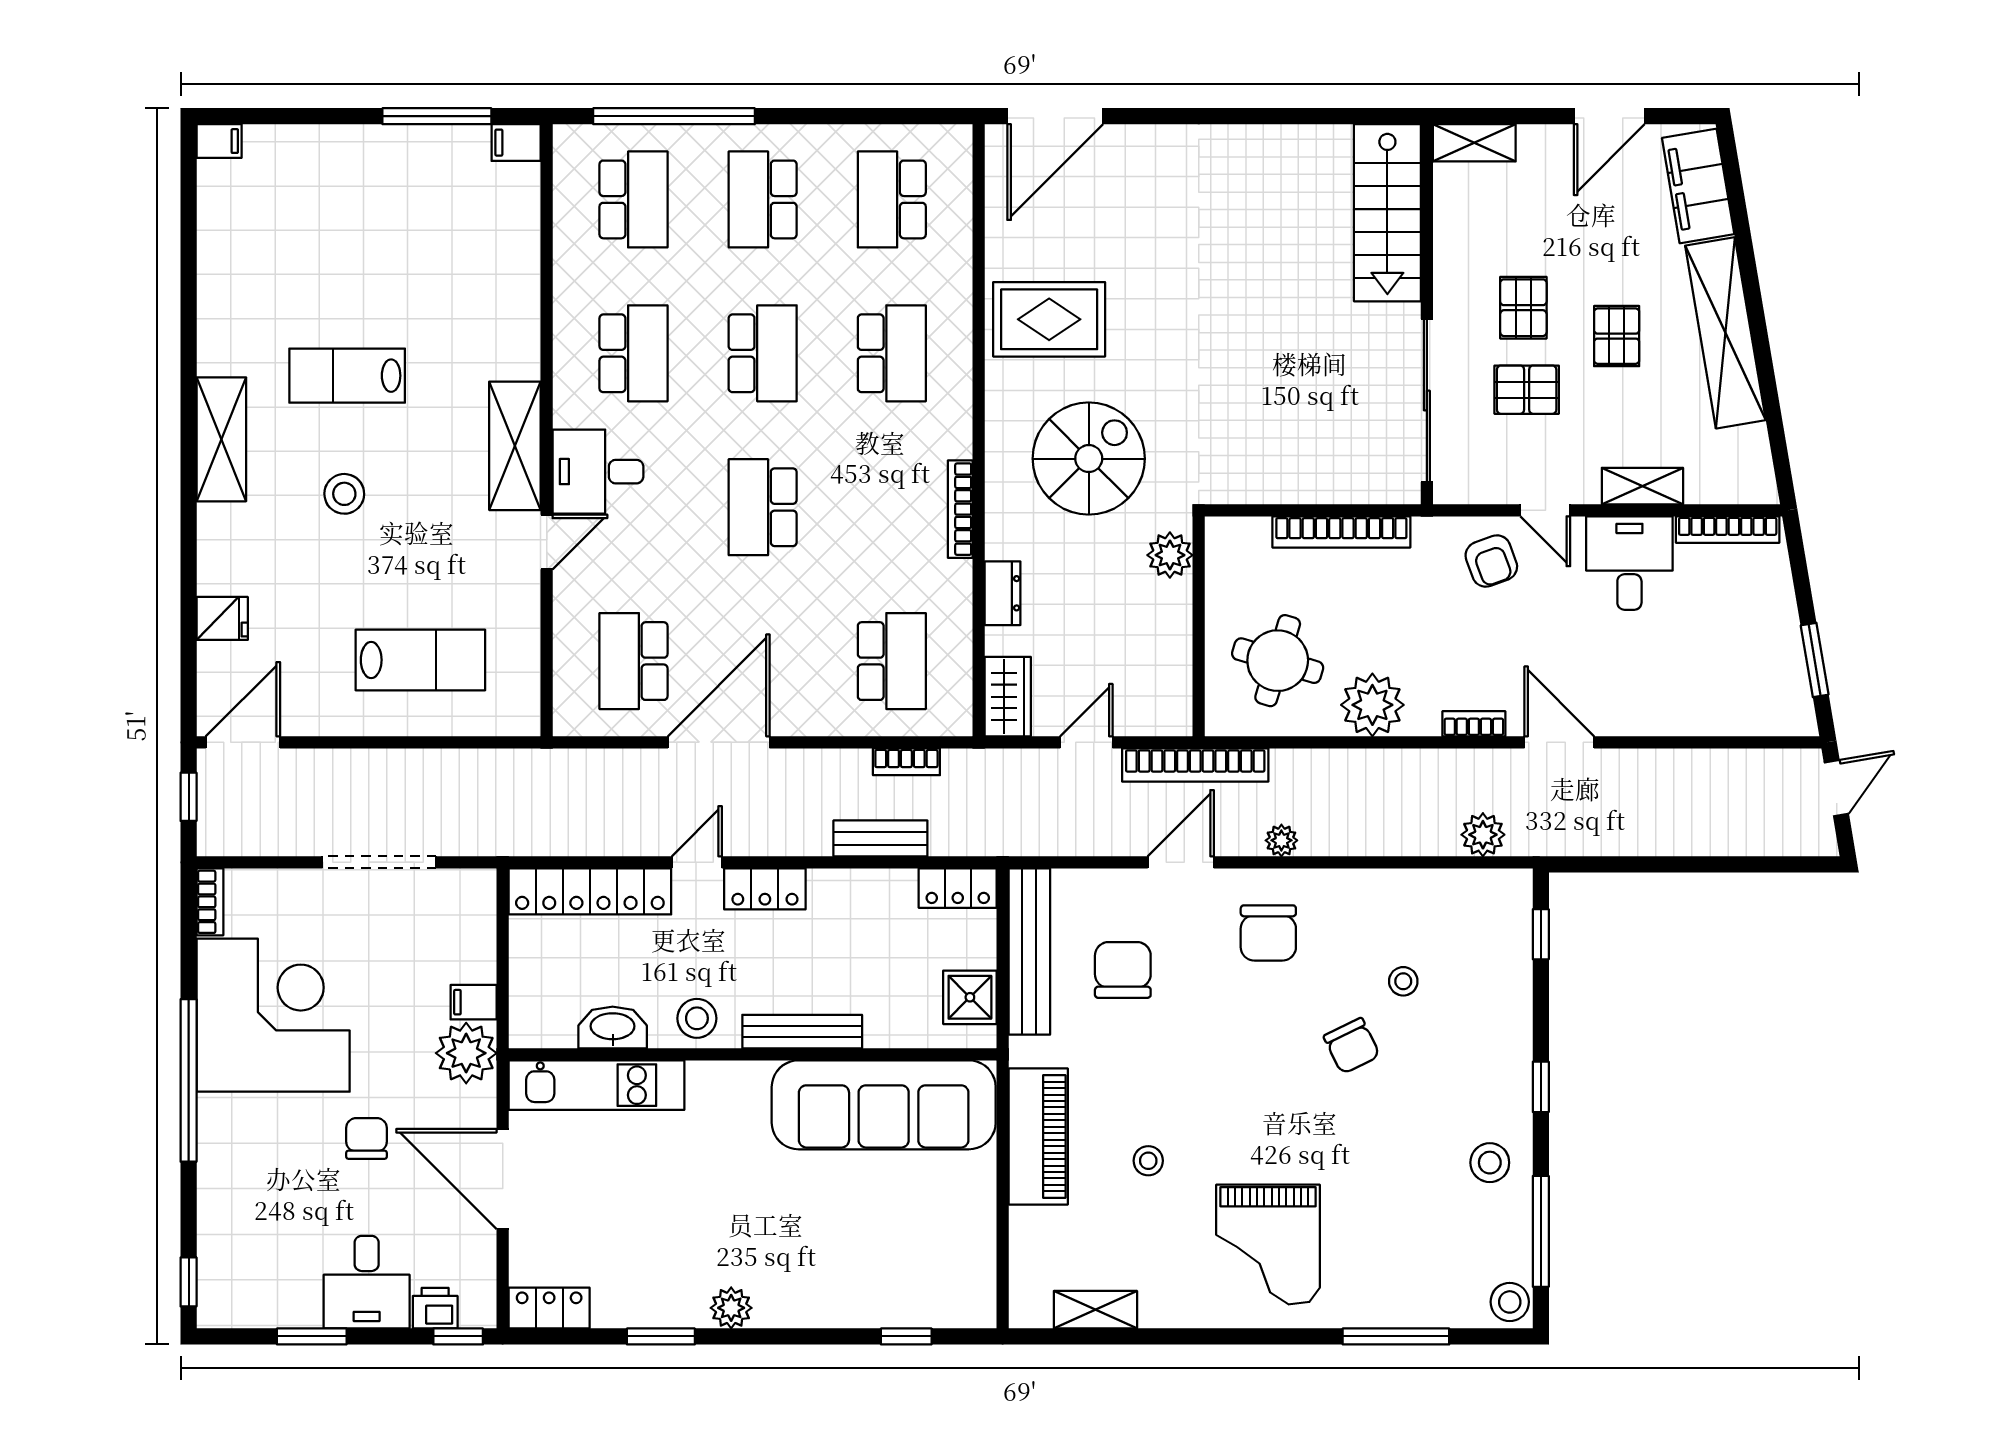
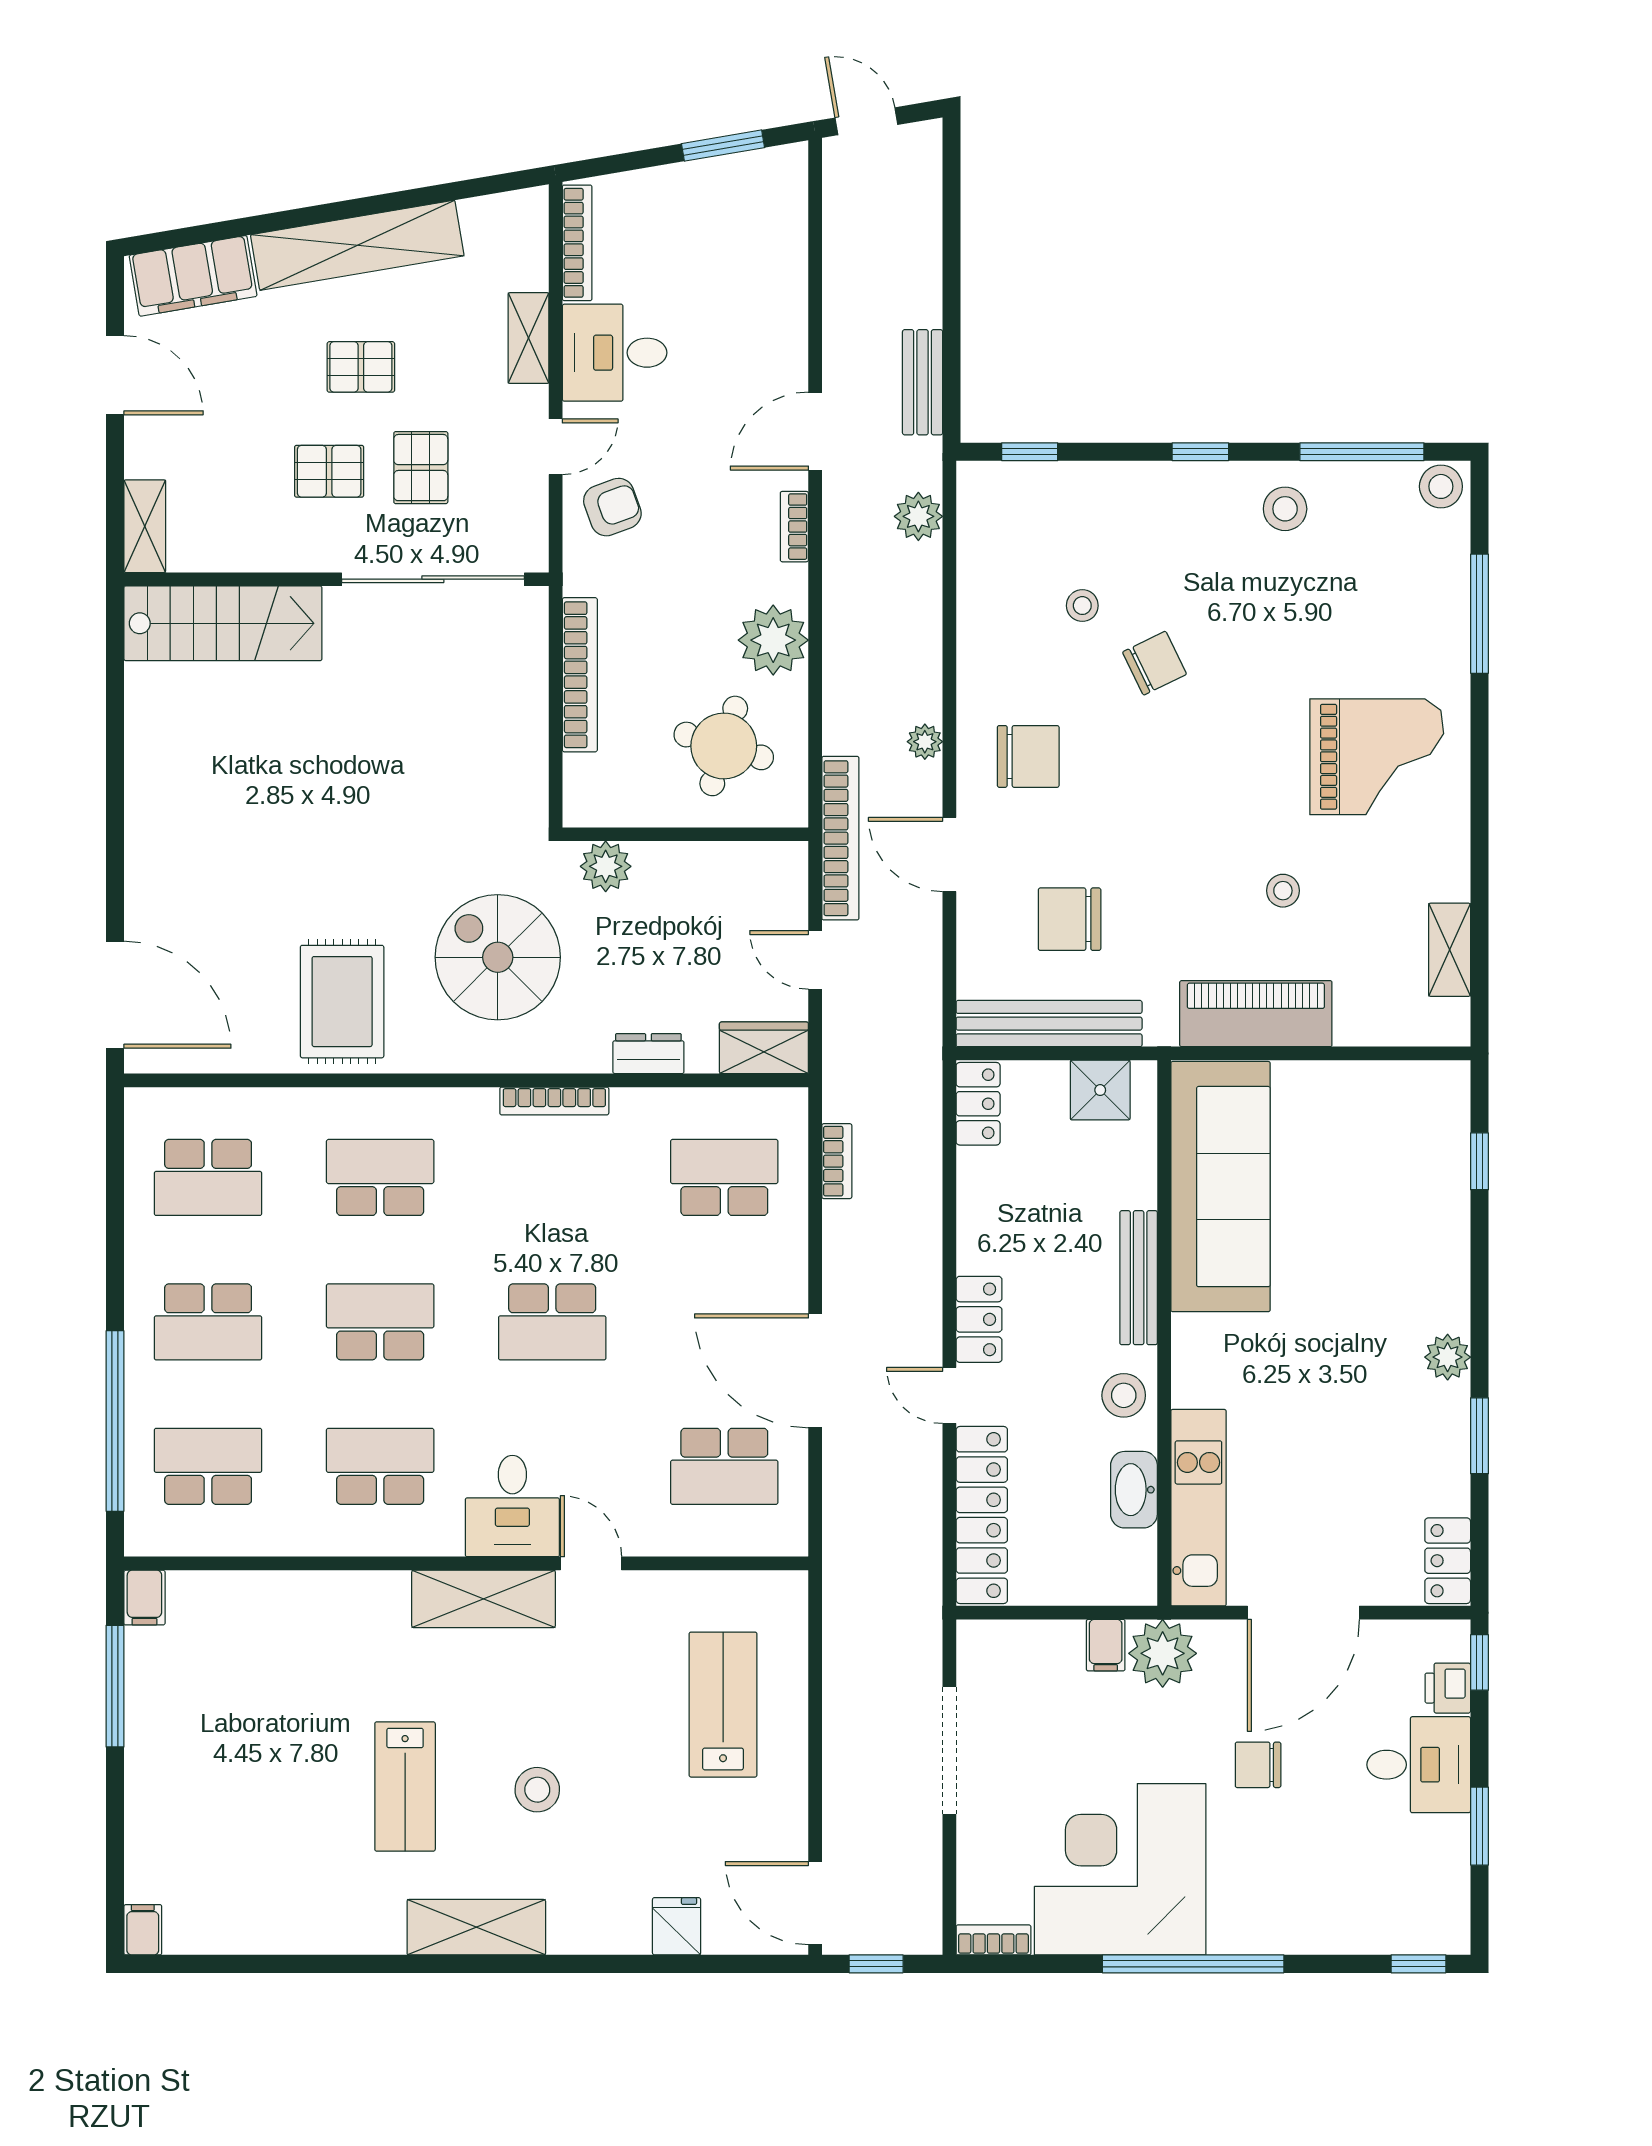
bench: (880, 838) -> (923, 382), moved

